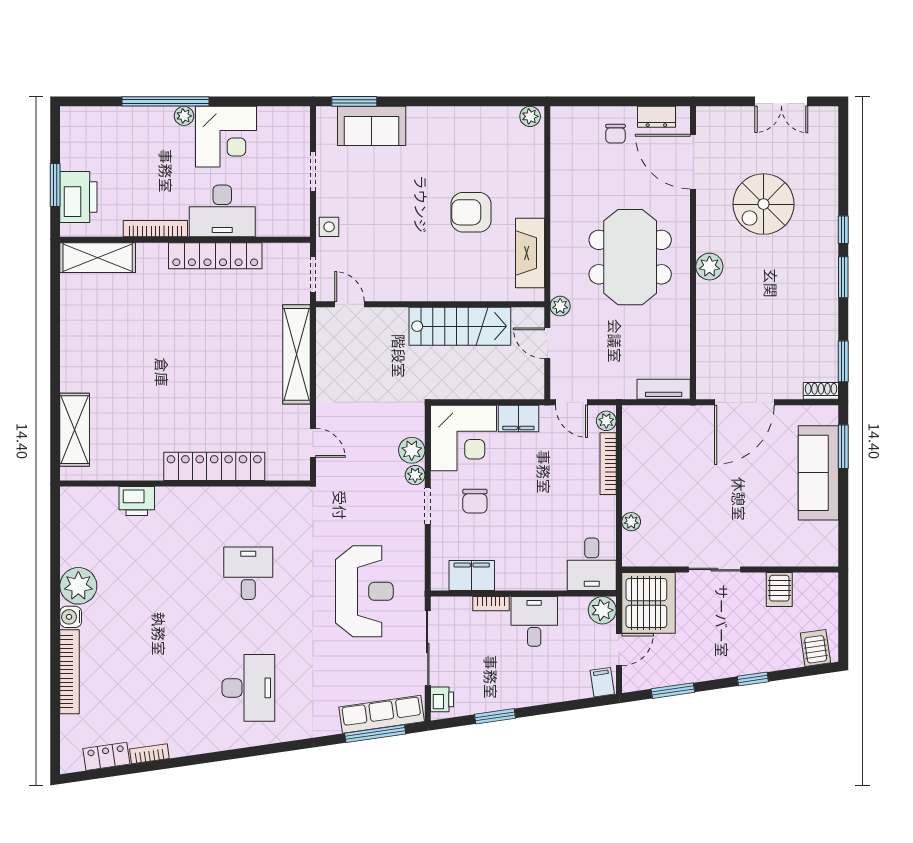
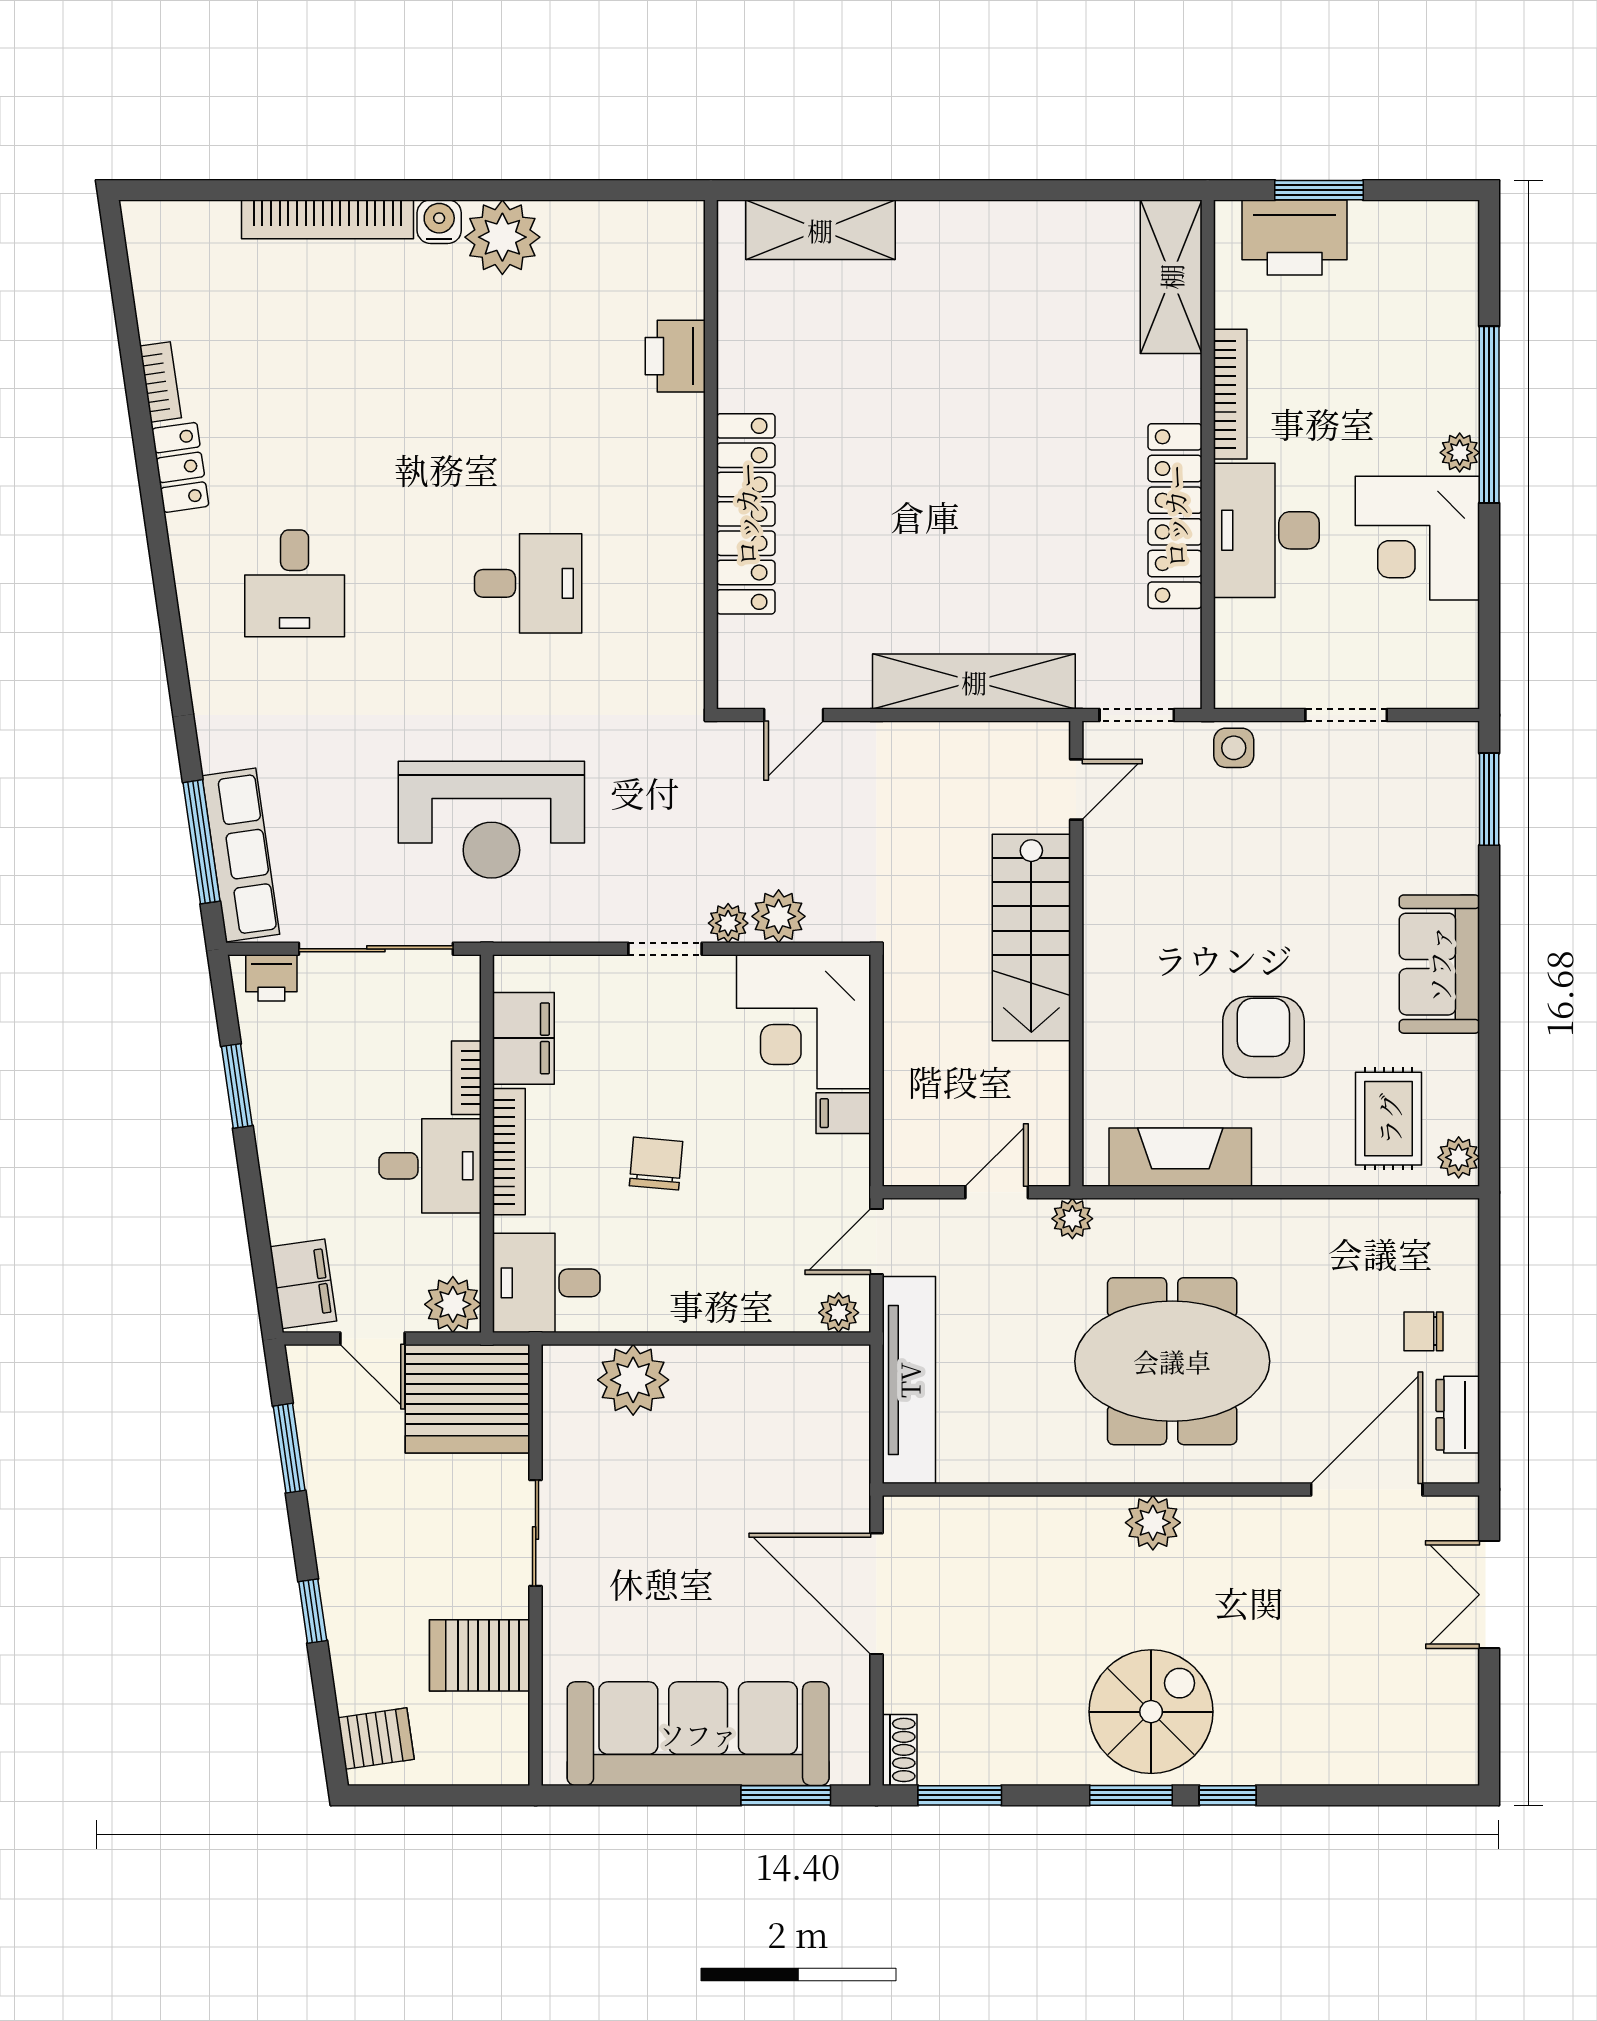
double door: (781, 101) -> (1489, 1595), moved
sofa: (372, 126) -> (1439, 964), moved
rug: (511, 151) -> (1389, 1119), added
spiral stairs: (764, 204) -> (1151, 1712), moved, turned 90
stairs: (460, 326) -> (1031, 937), moved
tv unit: (664, 389) -> (909, 1380), width x1.92, depth x1.29
filing cabinet: (518, 419) -> (843, 1113), width x0.50
bookcase: (608, 464) -> (509, 1152), moved, turned 90
sofa: (818, 473) -> (698, 1734), width x1.36, depth x1.27
chair: (475, 501) -> (656, 1164), moved, turned 95
plant: (631, 522) -> (633, 1380), width x1.88, depth x1.88
server rack: (779, 590) -> (480, 1655), width x1.36, depth x1.44
filing cabinet: (602, 682) -> (303, 1284), width x2.00
desk: (248, 688) -> (295, 583), width x0.73
locker: (106, 756) -> (180, 467), moved

